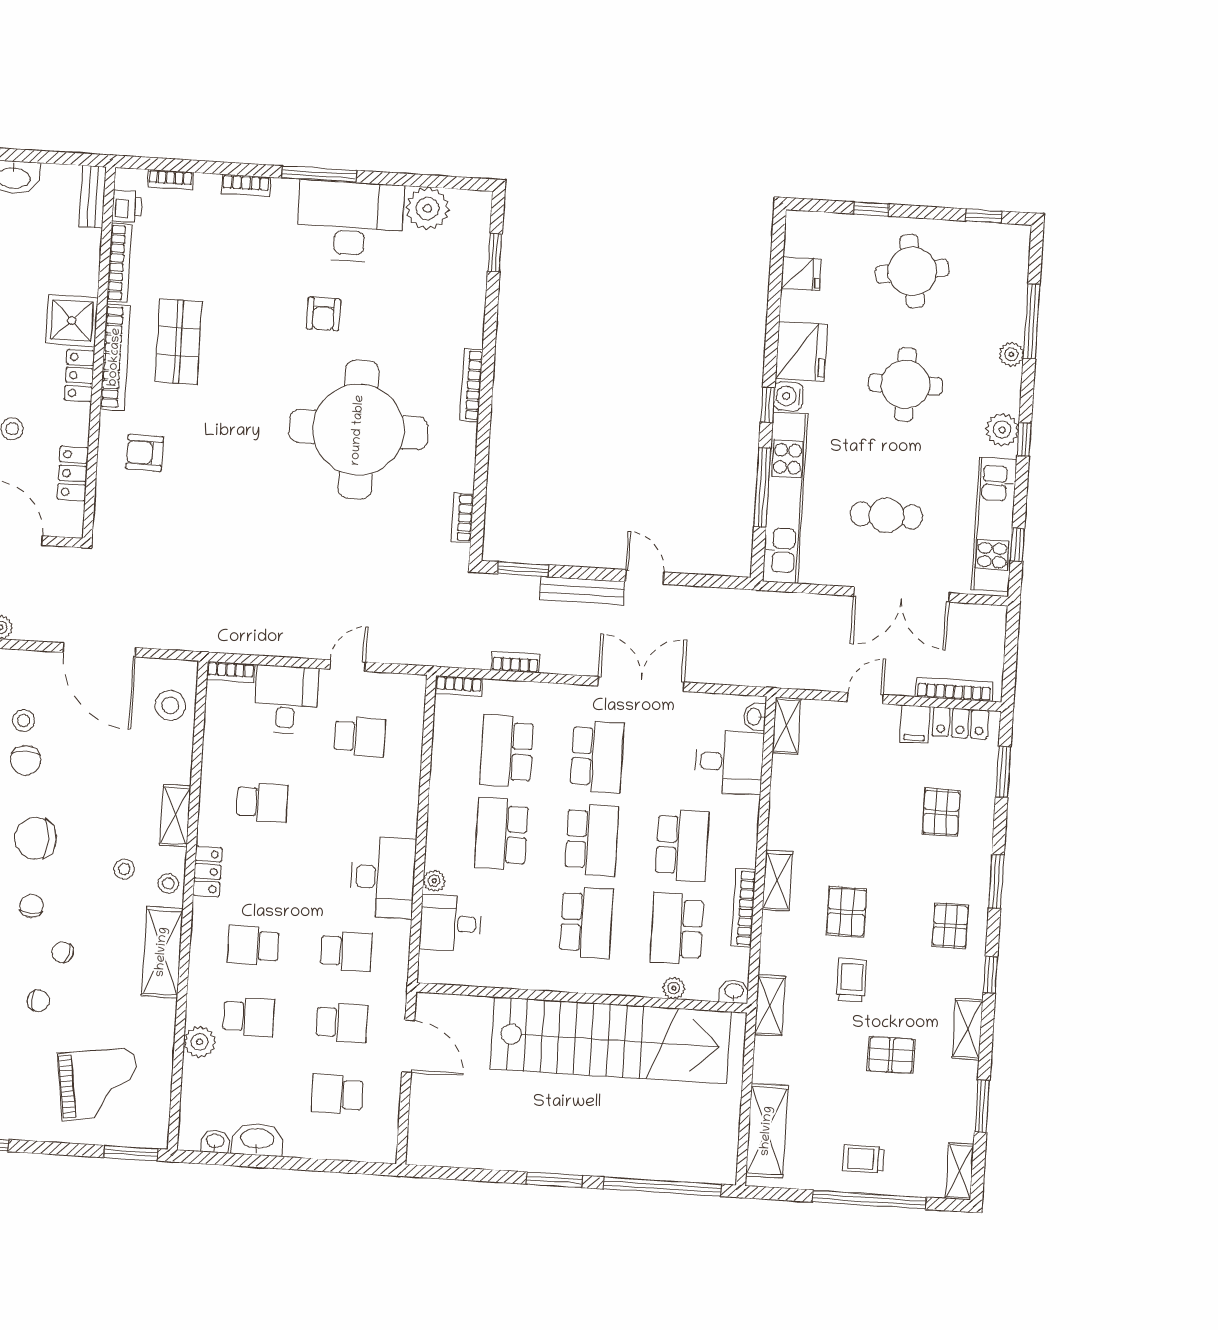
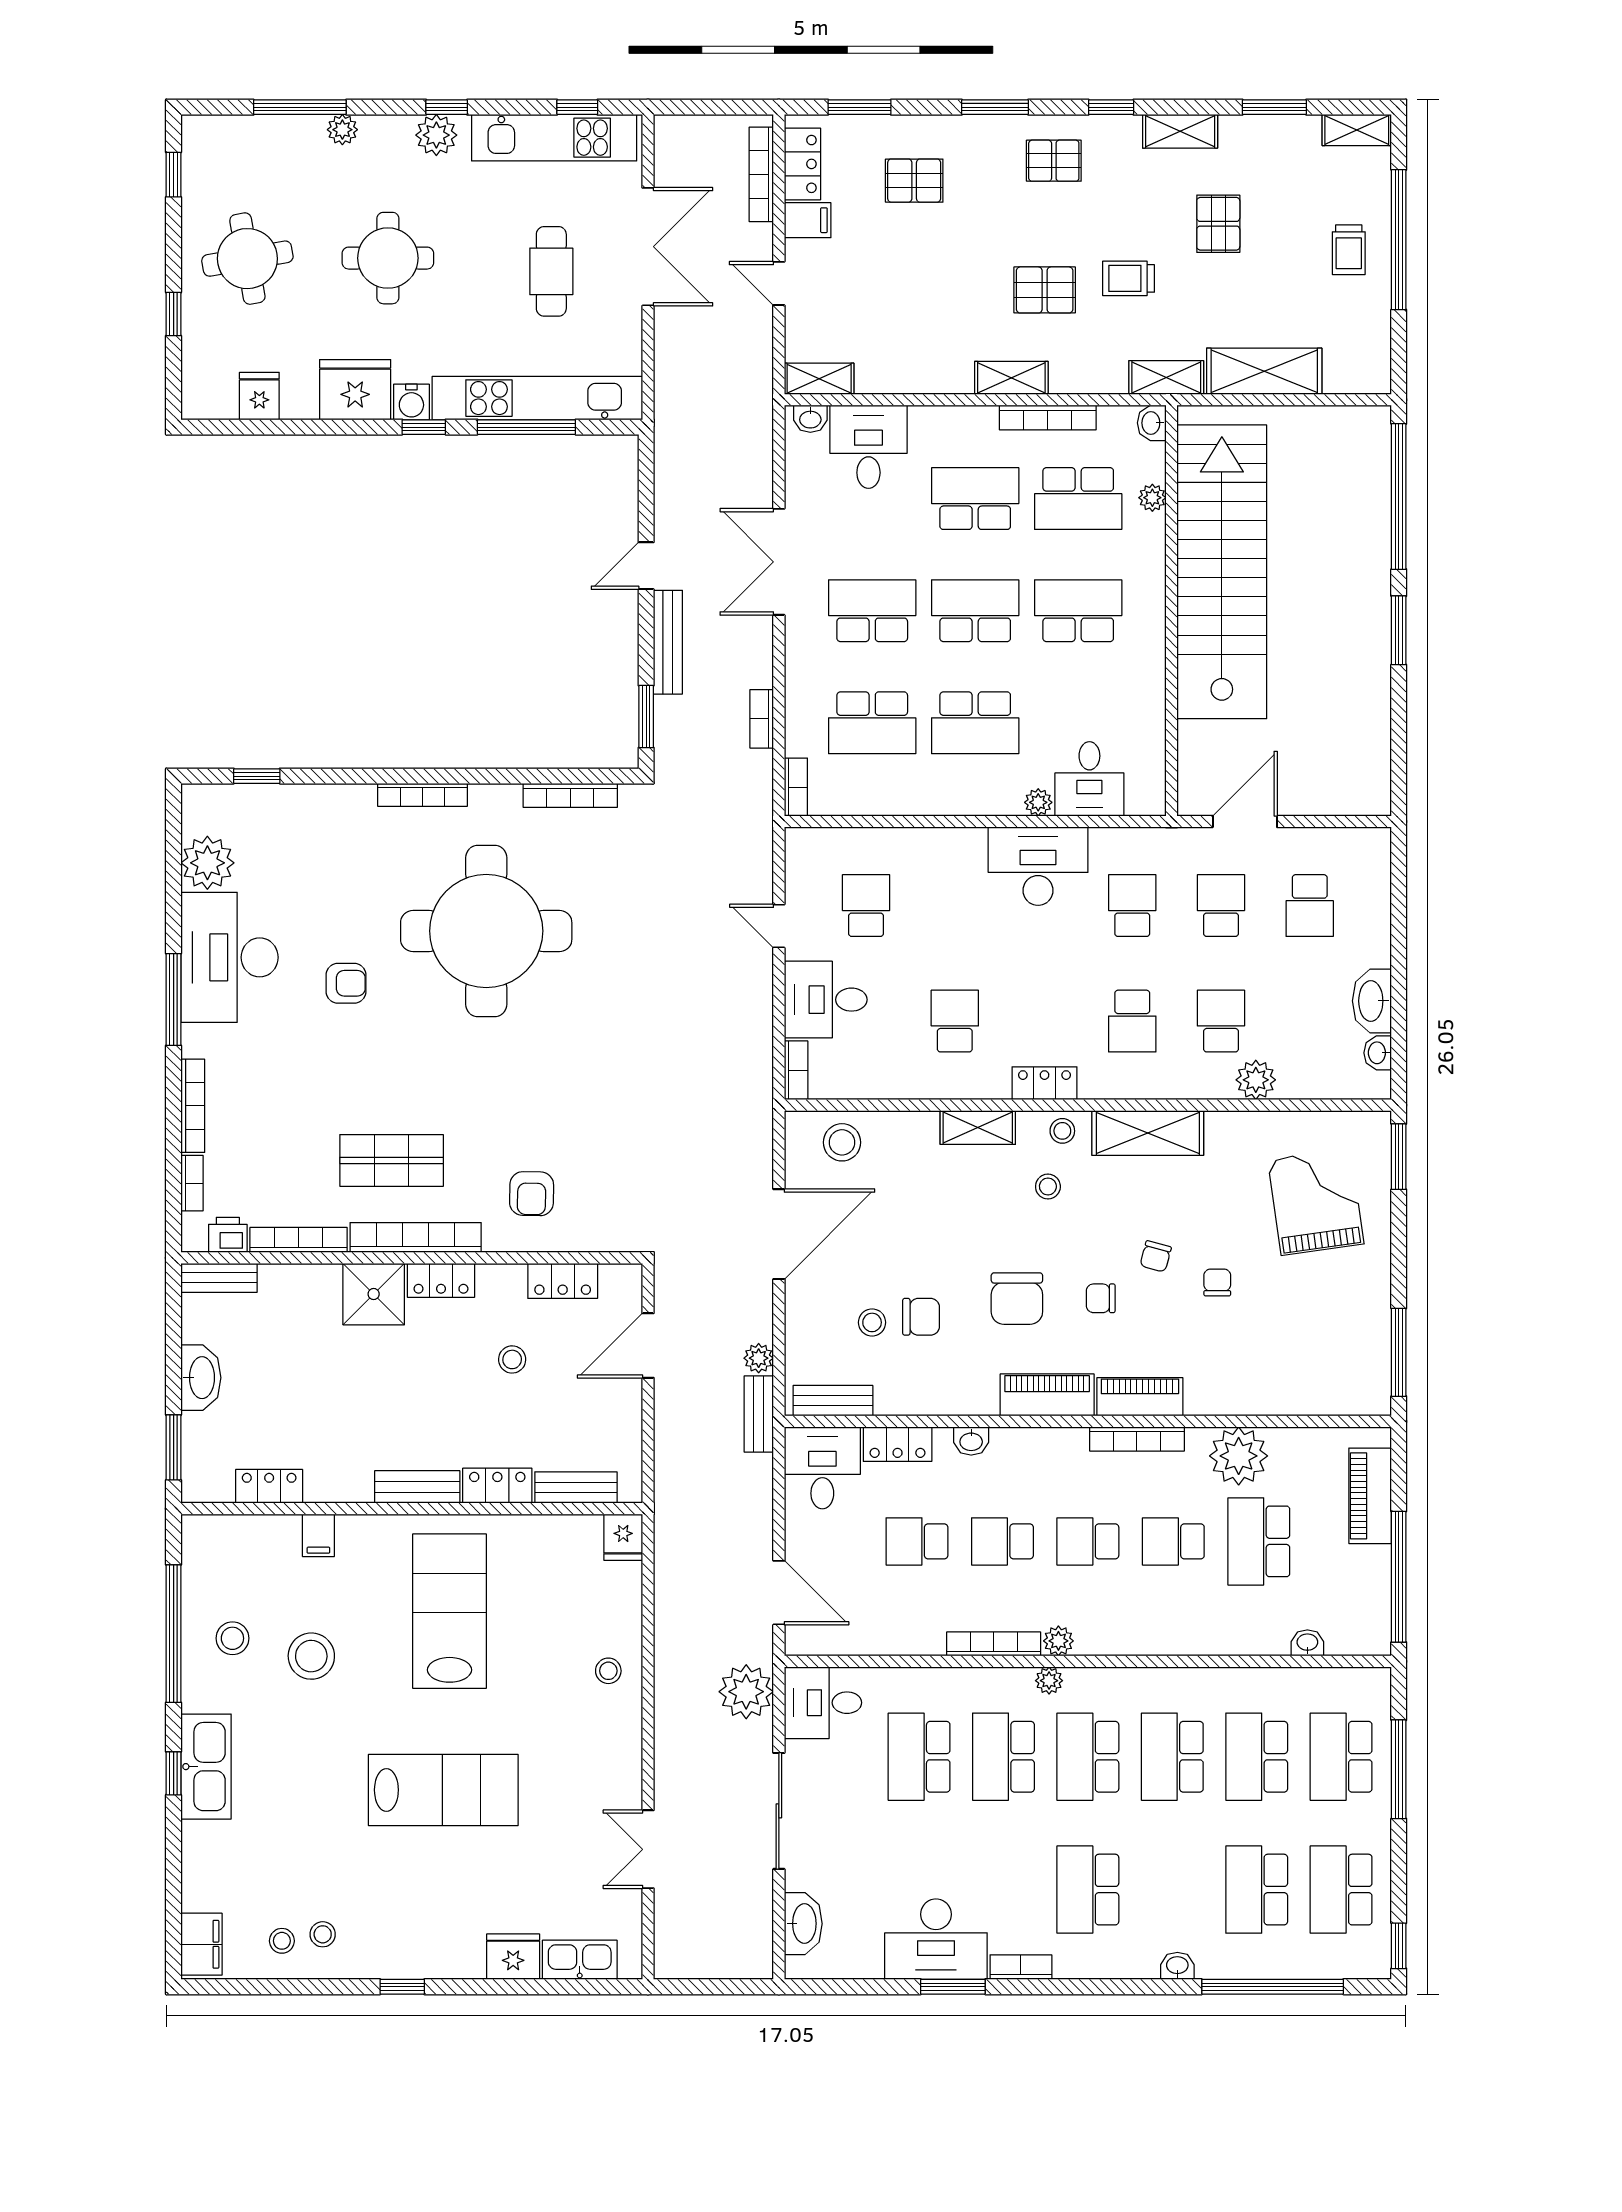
bookcase: (246, 185) -> (193, 1106), width x1.56
bookcase: (463, 518) -> (570, 795), width x1.56
shelving: (767, 1131) -> (1264, 371), moved

